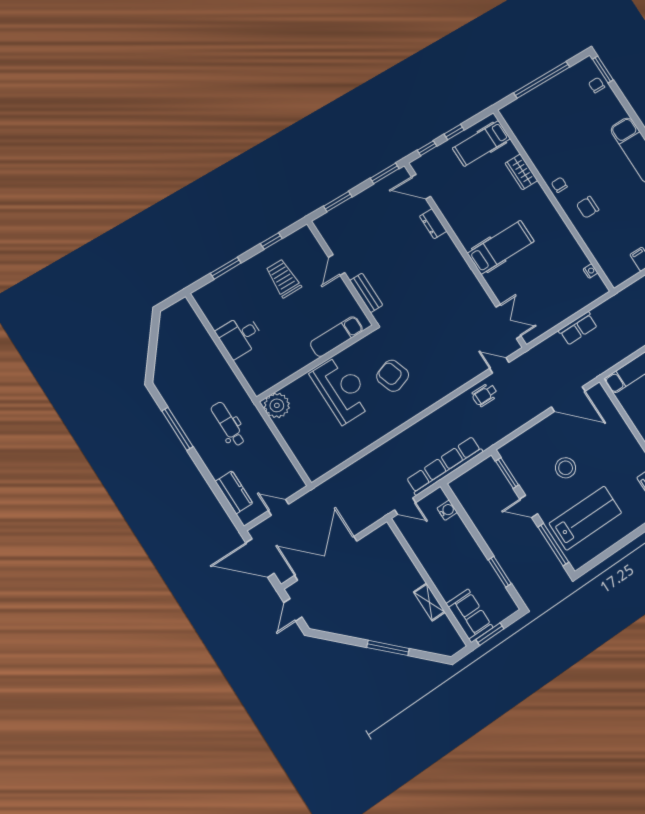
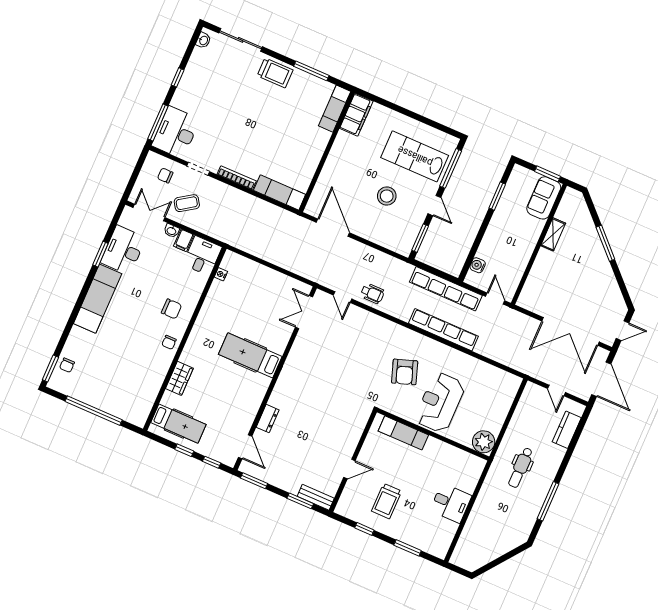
desk: (617, 266) -> (202, 256), added
bench: (366, 293) -> (316, 497), moved, turned 90
row of seats: (578, 328) -> (443, 330), moved, width x2.02

